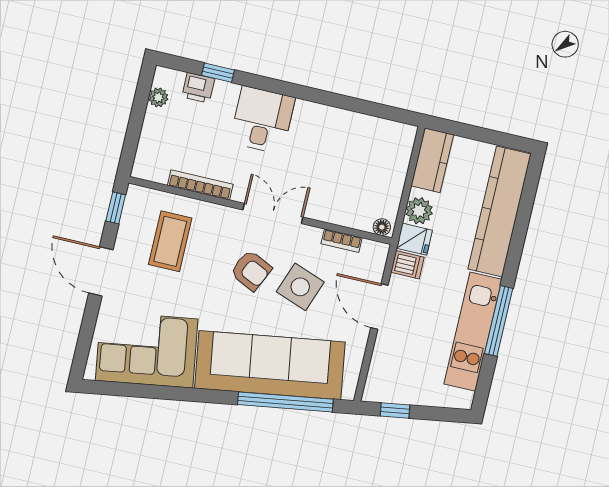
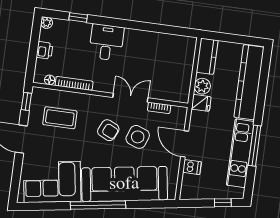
printer: (198, 88) -> (45, 50), moved, turned -90
plant: (158, 97) -> (47, 23), moved
double door: (273, 214) -> (130, 98), moved
floor lamp: (382, 227) -> (50, 80), moved
coffee table: (170, 241) -> (60, 118), turned 90
dishwasher: (407, 265) -> (192, 167), moved
window: (285, 402) -> (98, 205), moved
window: (395, 411) -> (223, 203), moved

